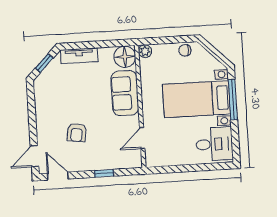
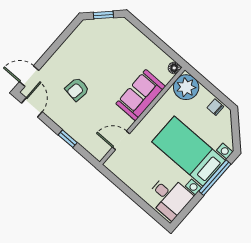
plant: (145, 51) -> (186, 87), width x1.87, depth x1.87
tv unit: (79, 56) -> (134, 35), removed
floor lamp: (125, 57) -> (174, 68), width x0.53, depth x0.53

